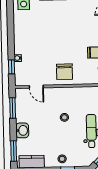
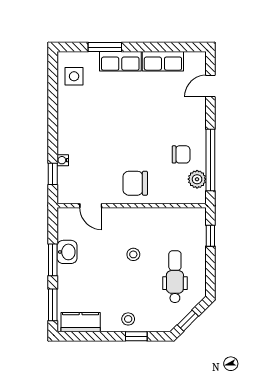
chair: (64, 72) -> (135, 183), turned 90
window: (13, 108) -> (53, 260), moved
washbasin: (22, 130) -> (67, 252), moved

